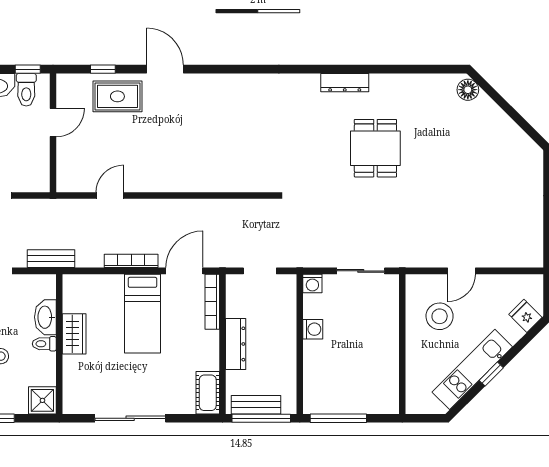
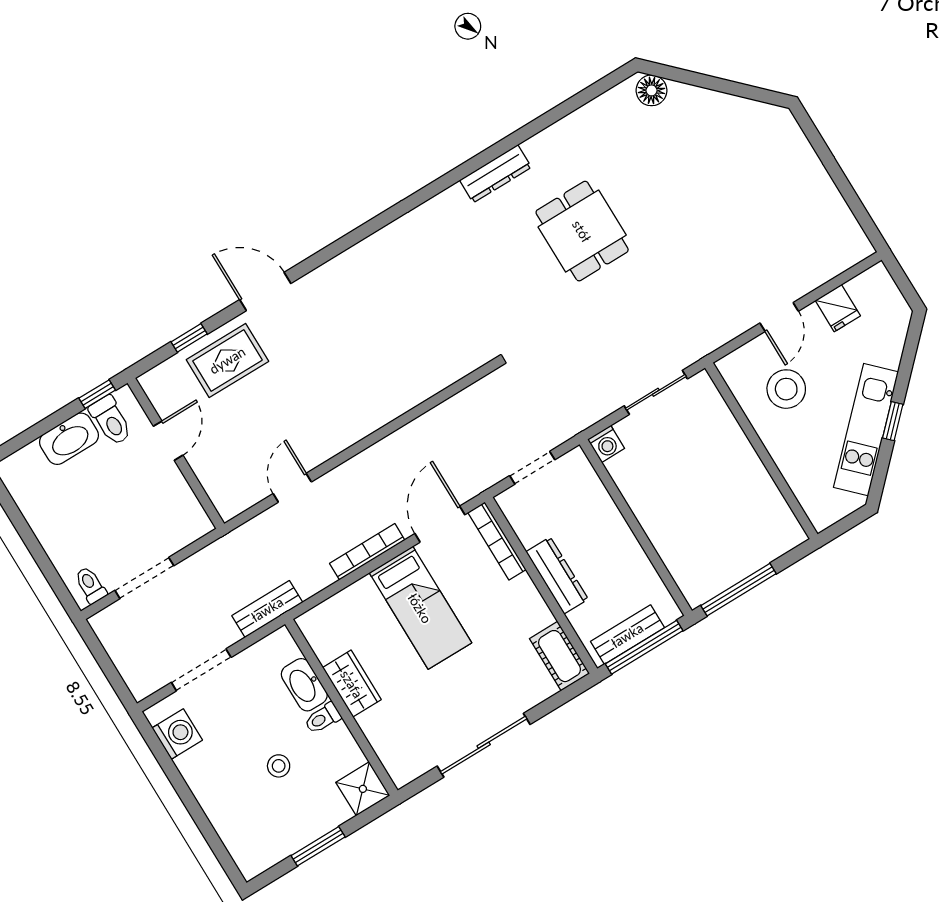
fridge: (525, 316) -> (838, 308), moved, turned -135
washing machine: (313, 329) -> (641, 500), removed

